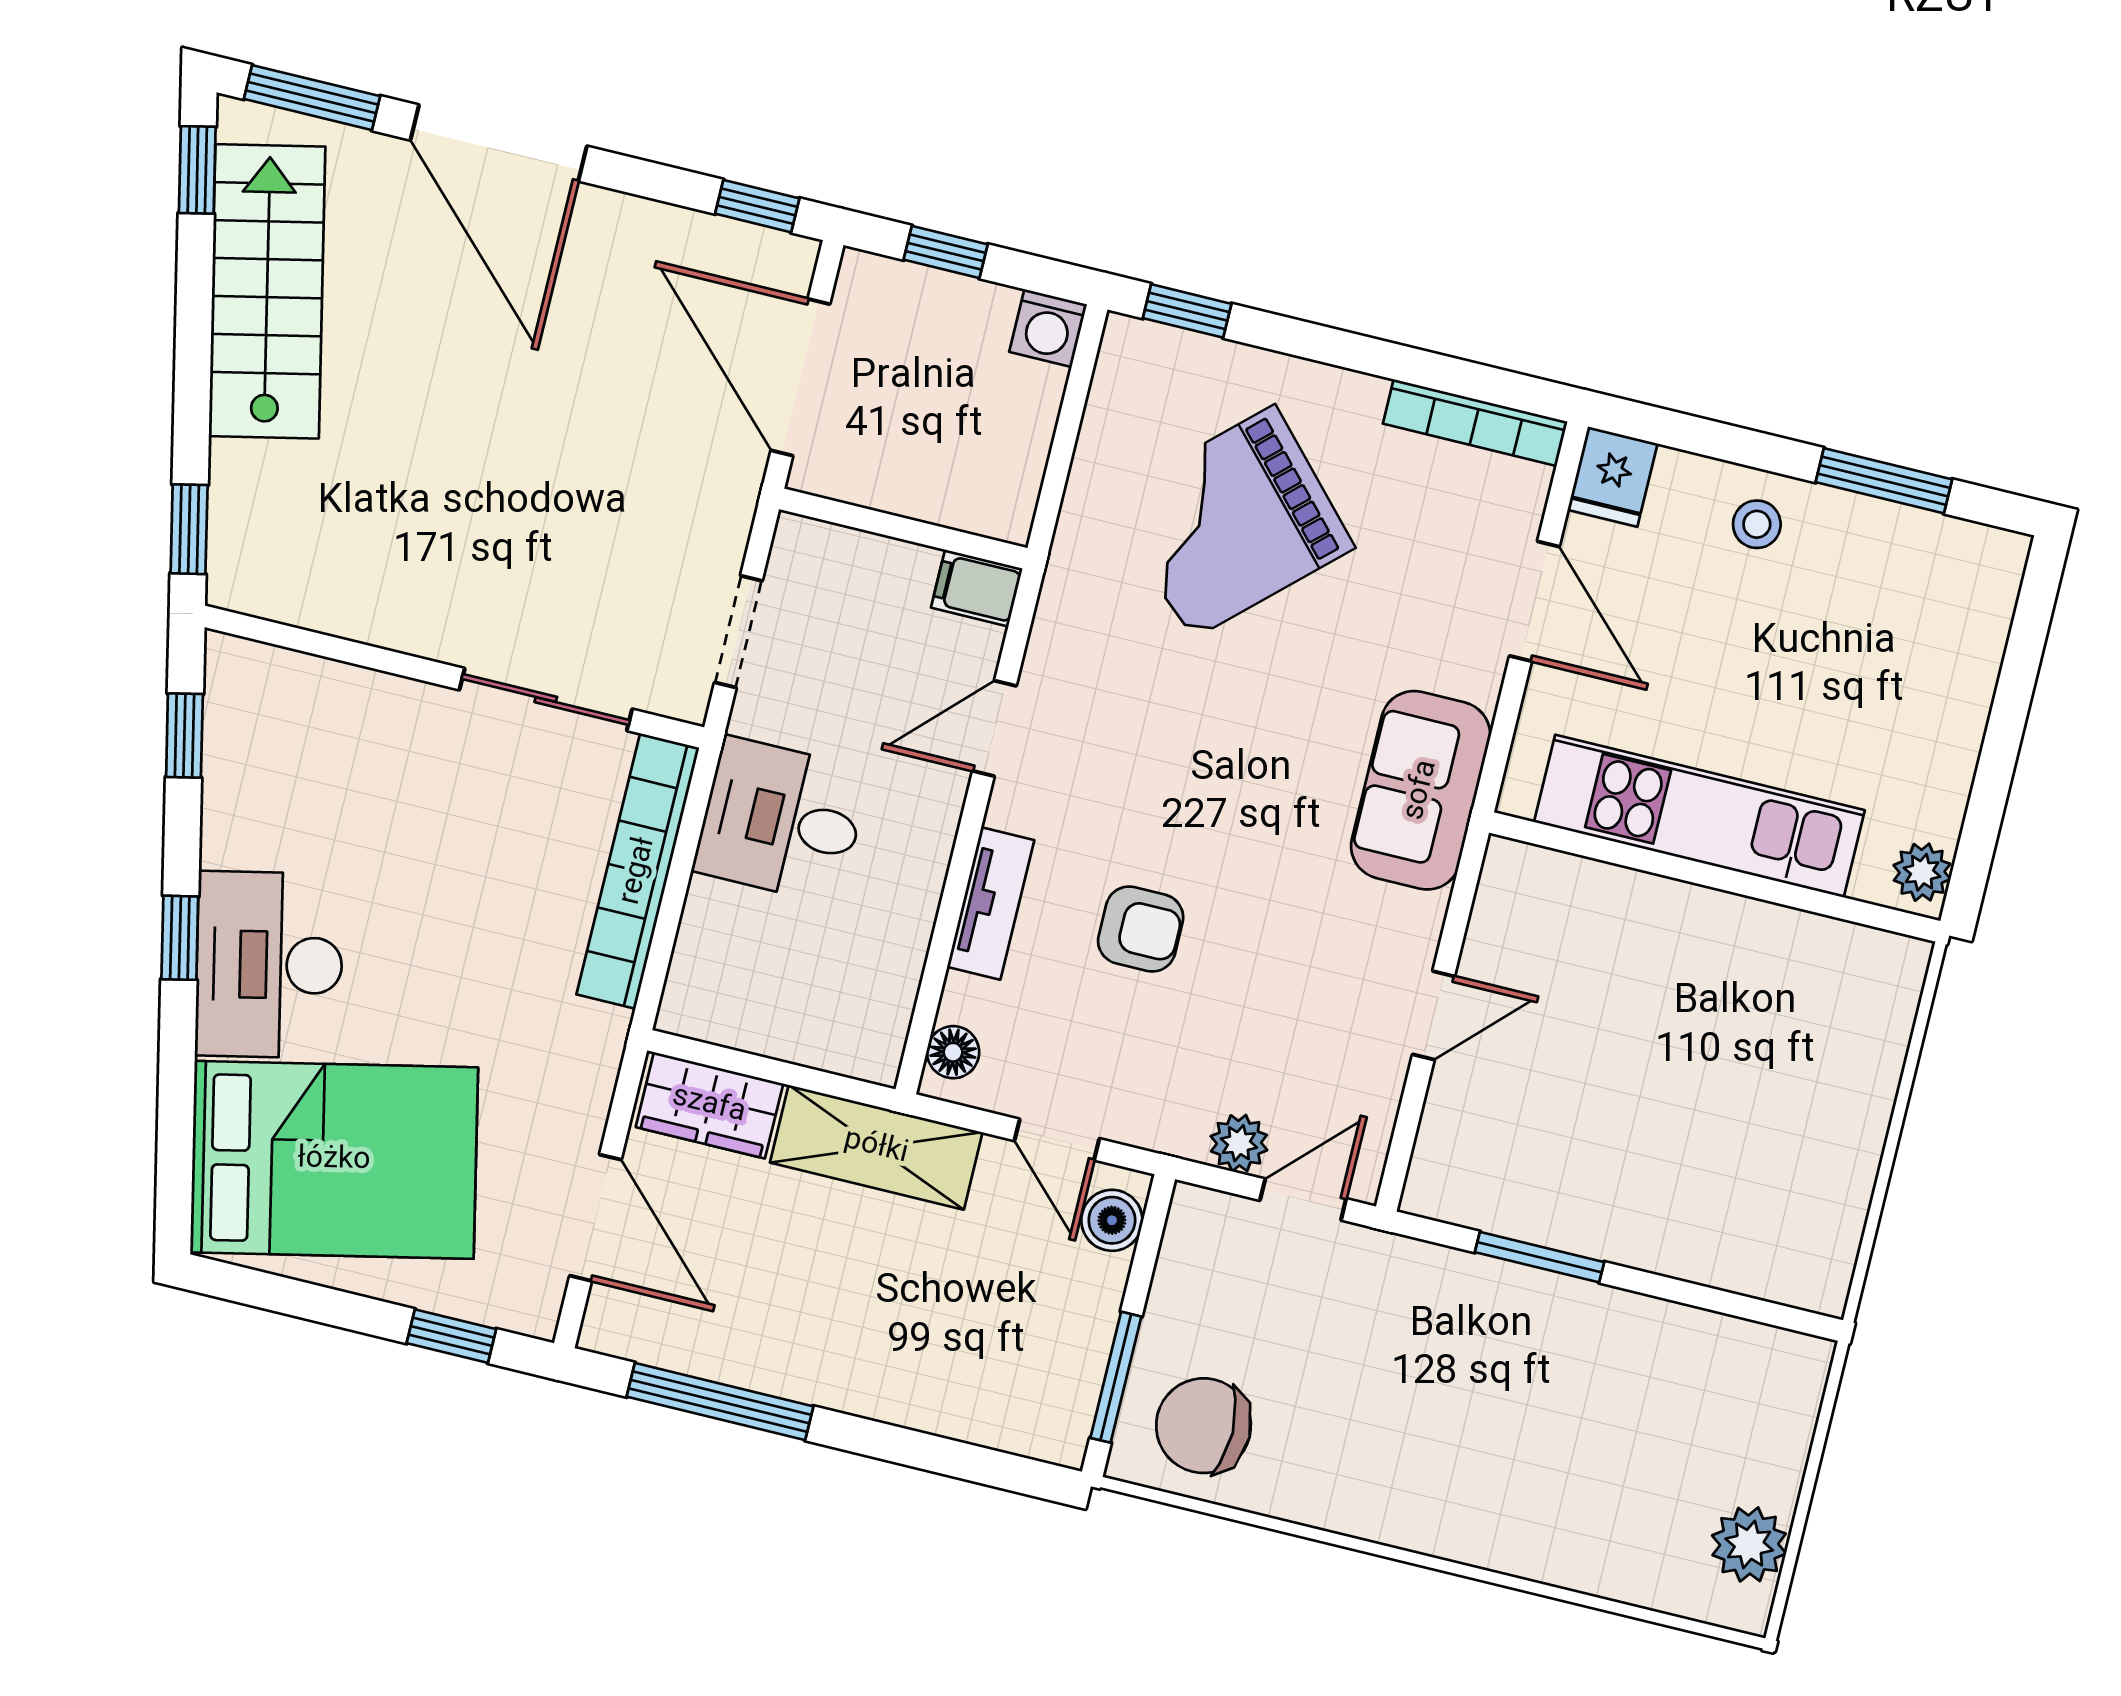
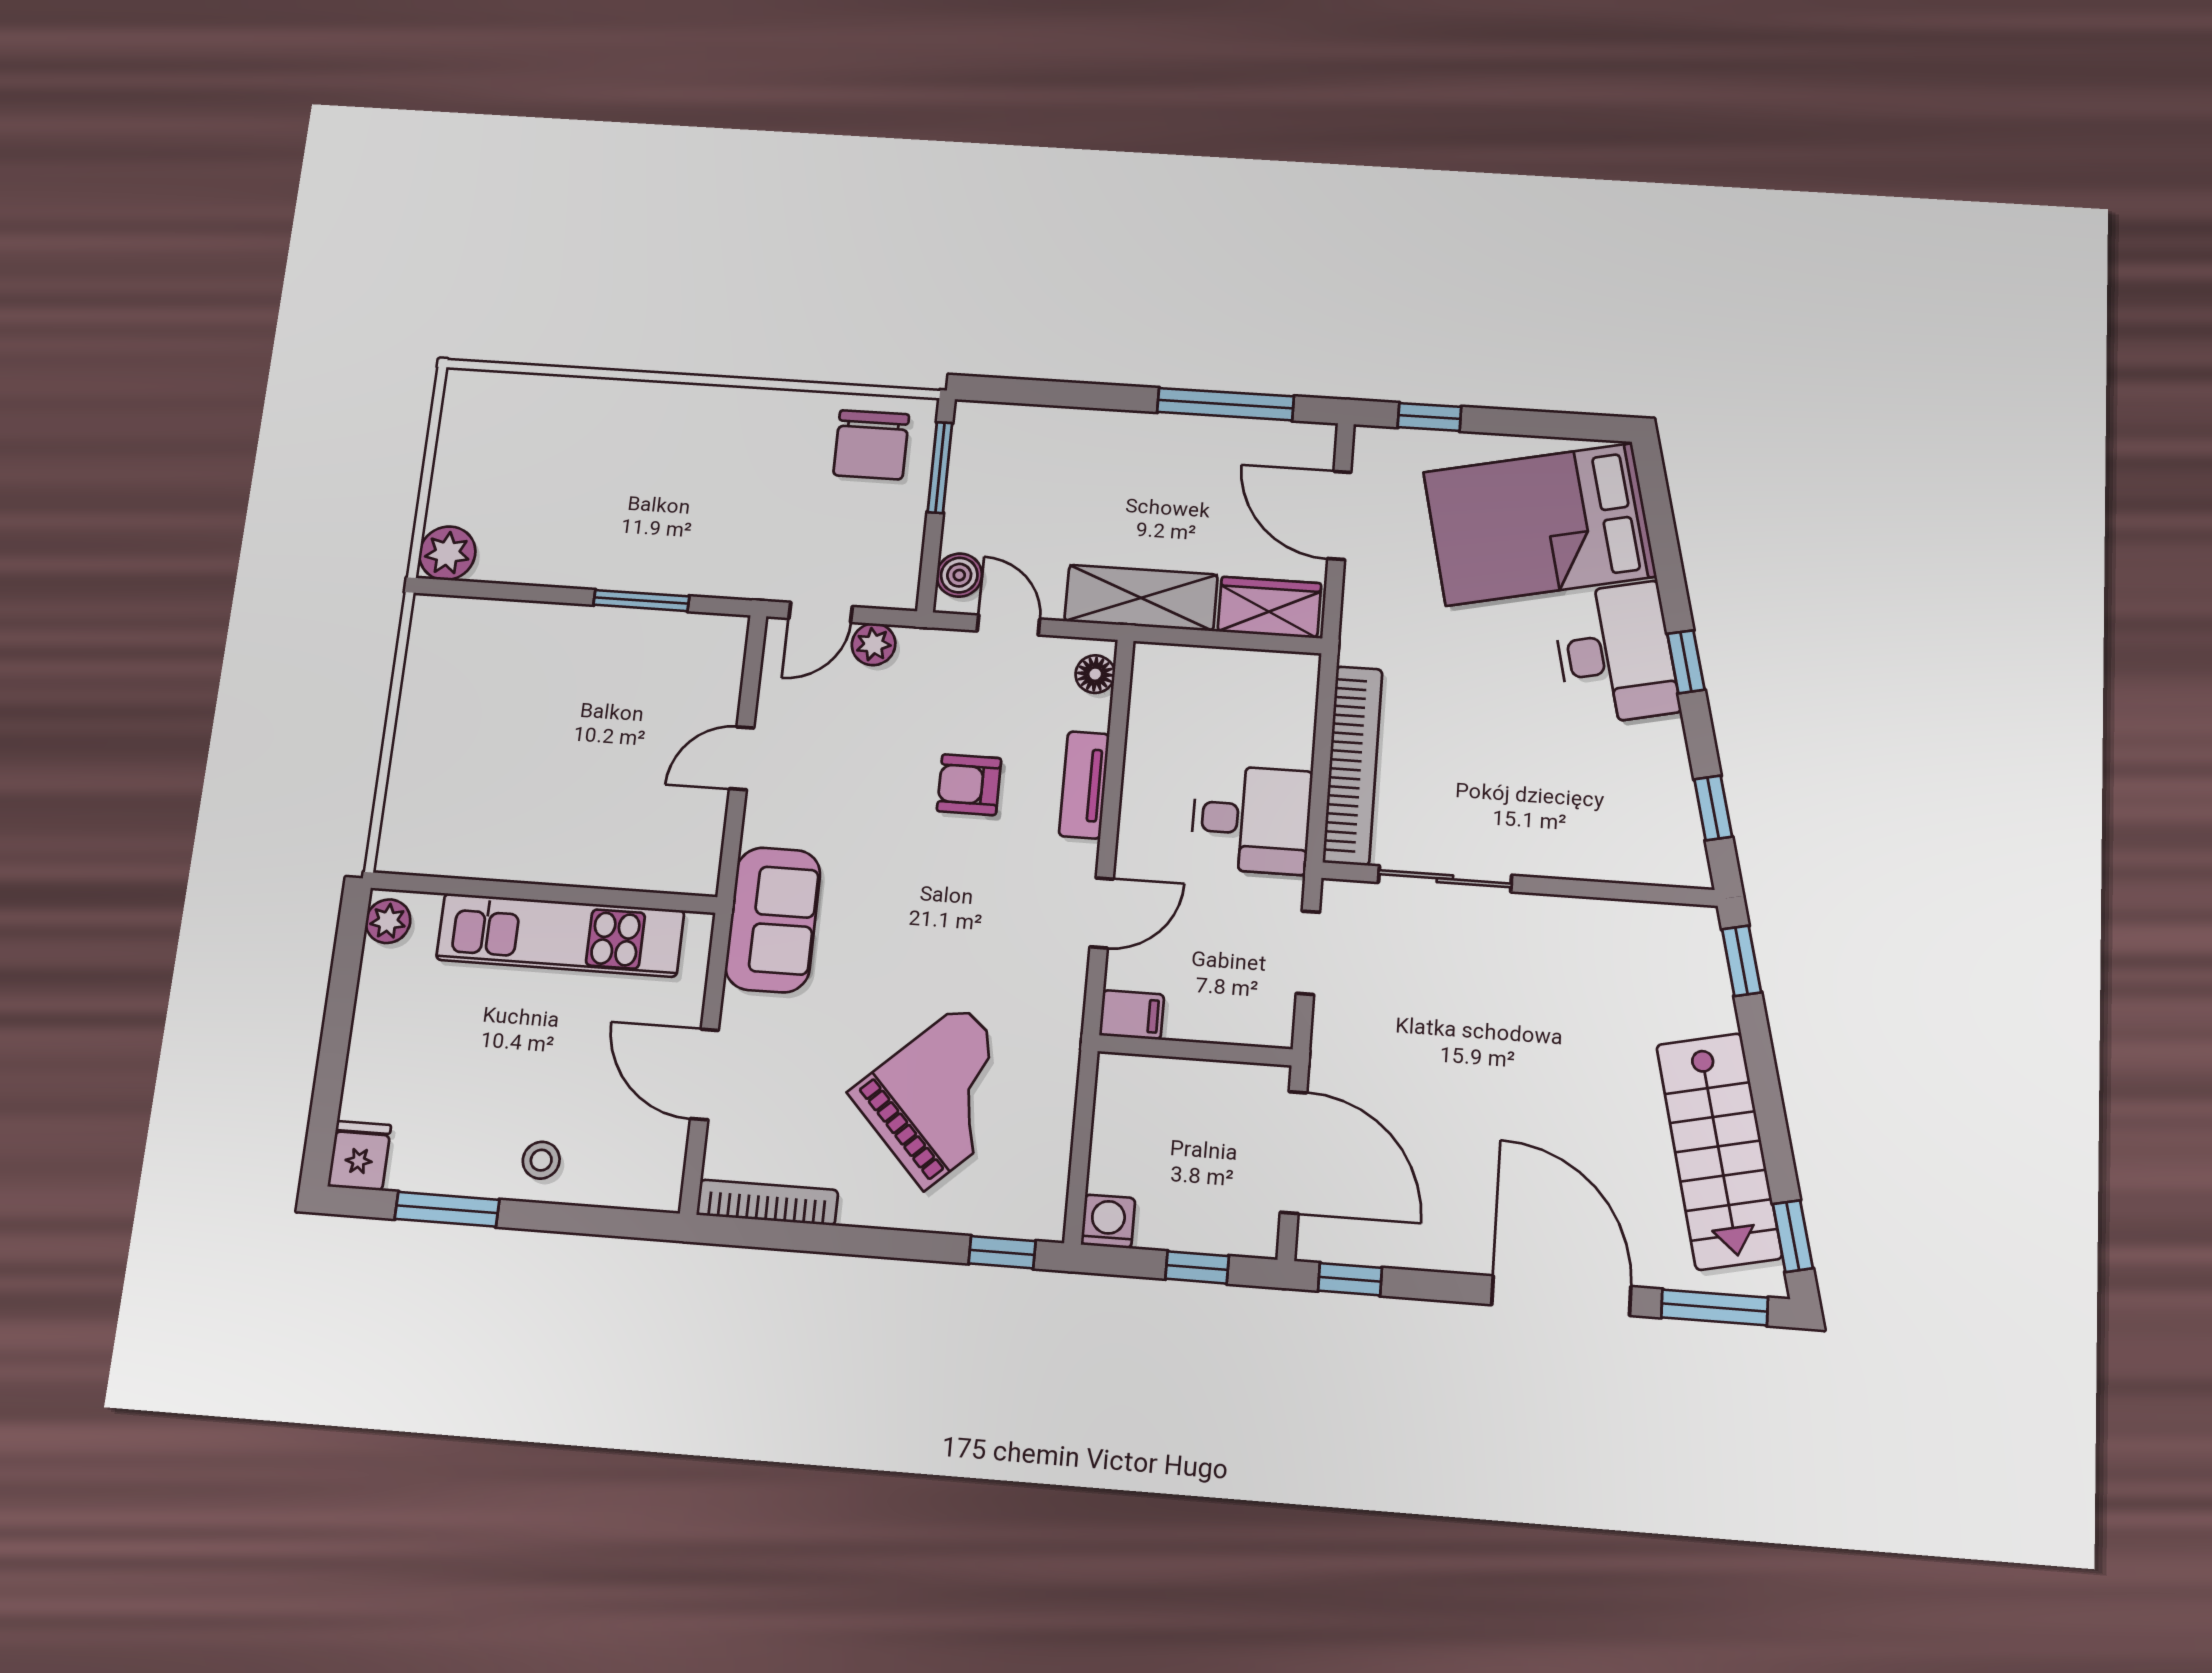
fridge: (1613, 477) -> (359, 1156), moved
chair: (1204, 1426) -> (871, 445), turned 90
plant: (1749, 1544) -> (447, 553), moved

